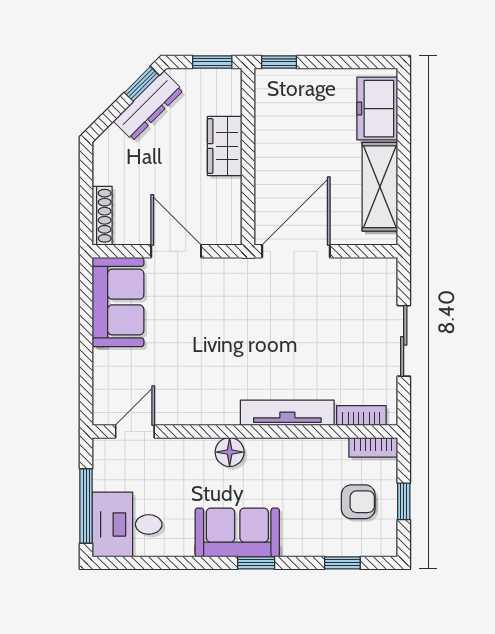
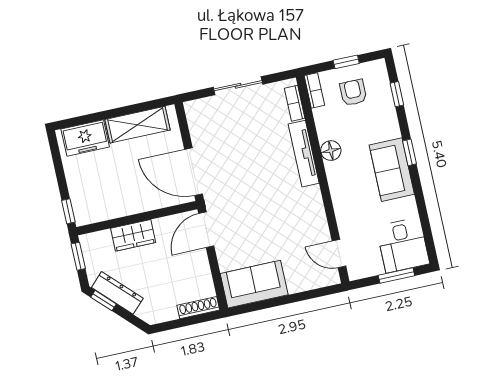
door: (176, 251) -> (206, 230), moved
floor lamp: (230, 452) -> (331, 151), moved
window: (86, 506) -> (396, 275), width x0.69

